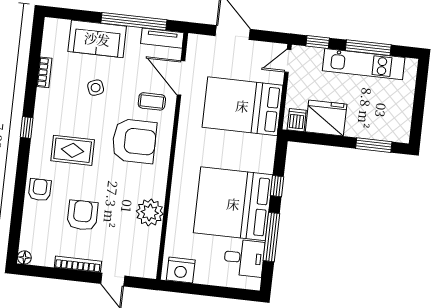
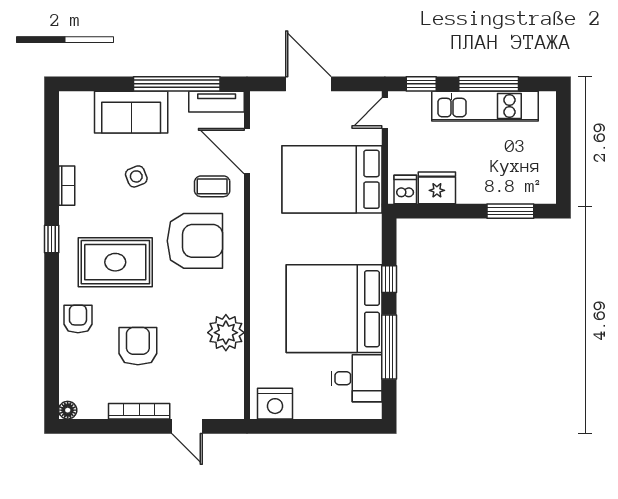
bookcase: (44, 72) -> (67, 186), moved
fridge: (326, 118) -> (437, 188), width x0.73, depth x0.75
rug: (73, 150) -> (115, 262), width x1.36, depth x1.43

